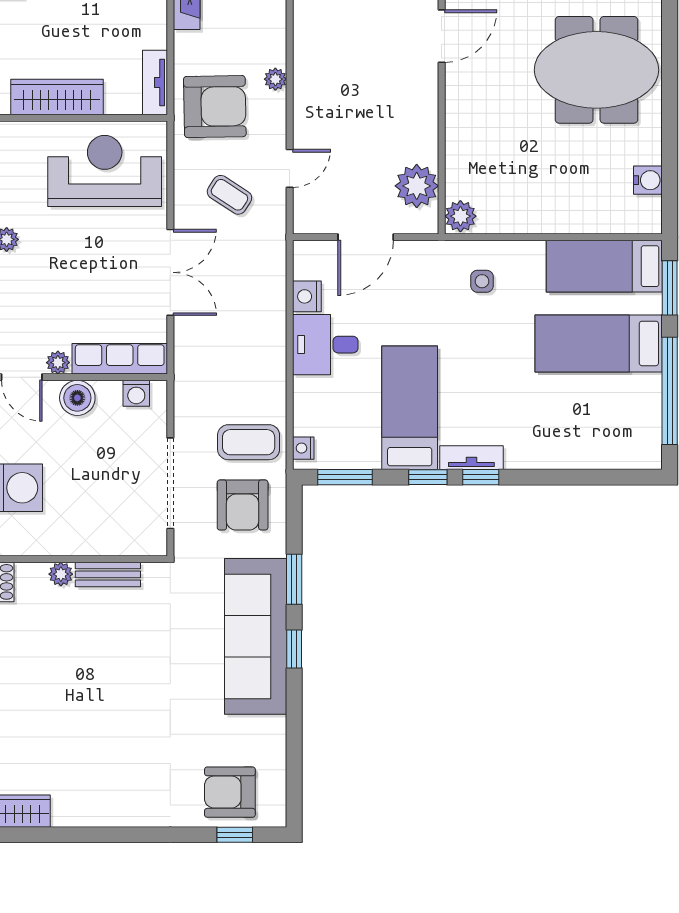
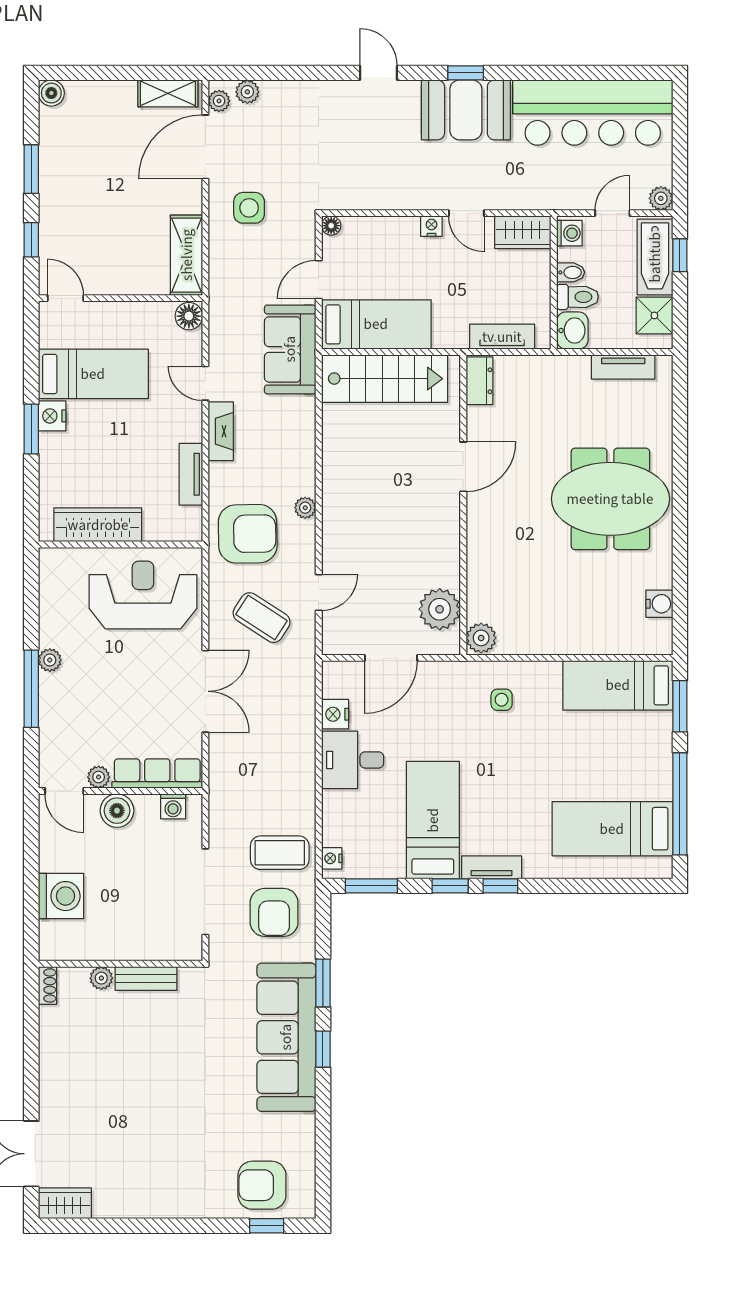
tv unit: (155, 82) -> (191, 474), moved
coffee table: (229, 195) -> (262, 618), width x1.36, depth x1.30
bed: (599, 343) -> (612, 829), moved

